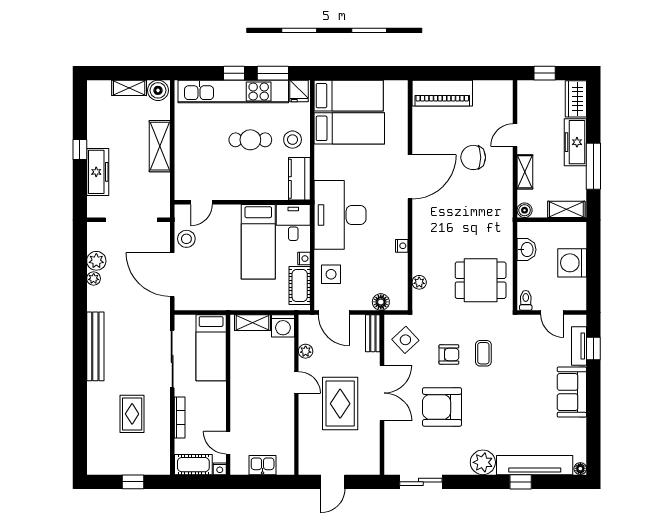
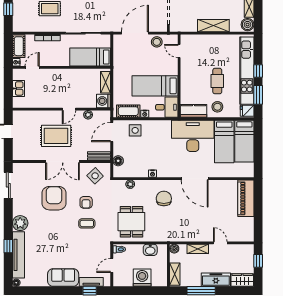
chair: (473, 157) -> (164, 199), moved
desk: (340, 215) -> (193, 136), moved

